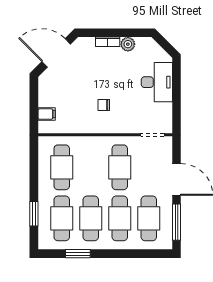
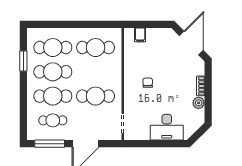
window: (34, 214) -> (57, 24), removed
cafe table: (149, 218) -> (53, 120), width x0.73, depth x0.74

